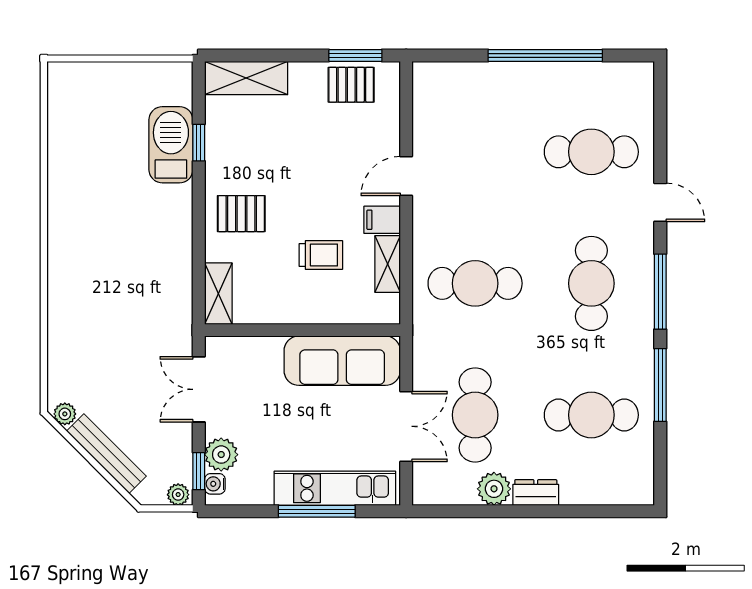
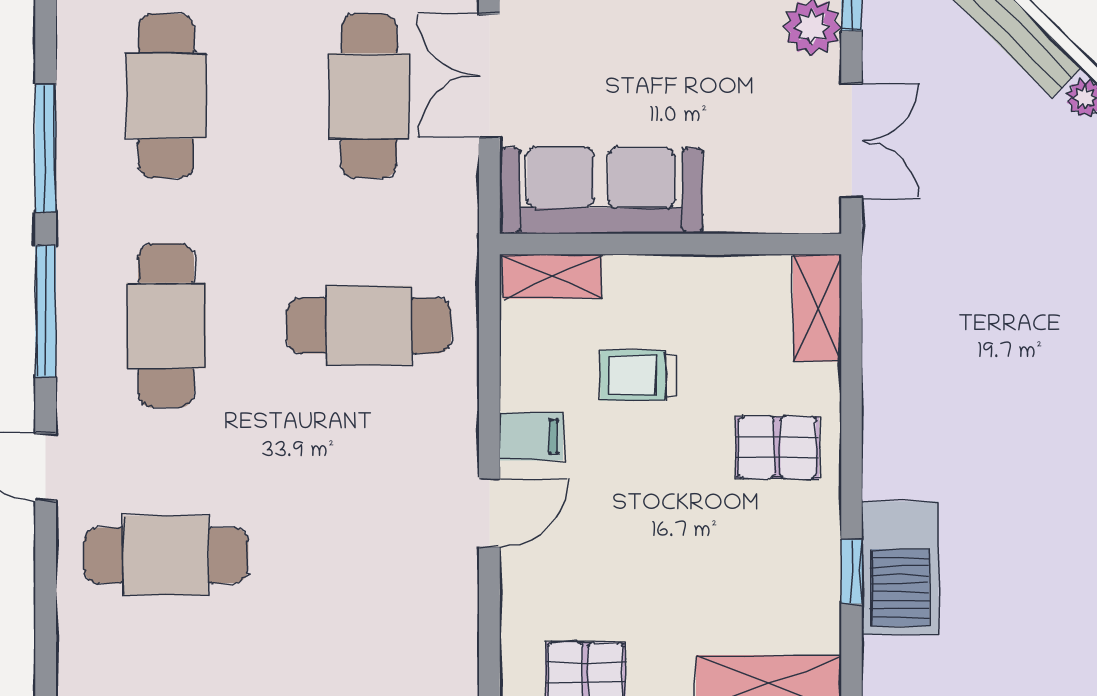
shelving: (388, 264) -> (552, 276), moved, turned 90
cafe table: (591, 415) -> (166, 96), turned 90

